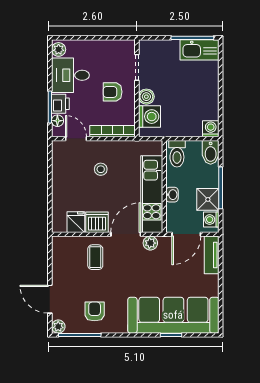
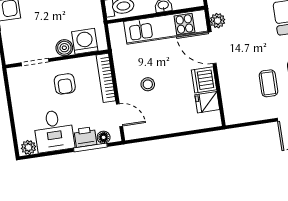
door: (76, 139) -> (119, 115), swing flipped
coffee table: (95, 257) -> (268, 83), moved, turned 90

